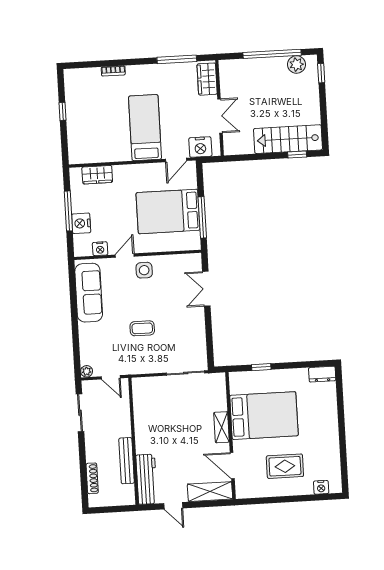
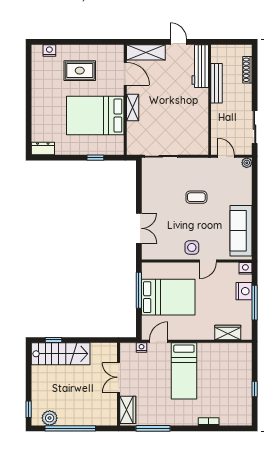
nightstand: (200, 147) -> (142, 347), width x0.53, depth x0.56
nightstand: (100, 249) -> (245, 268), moved

